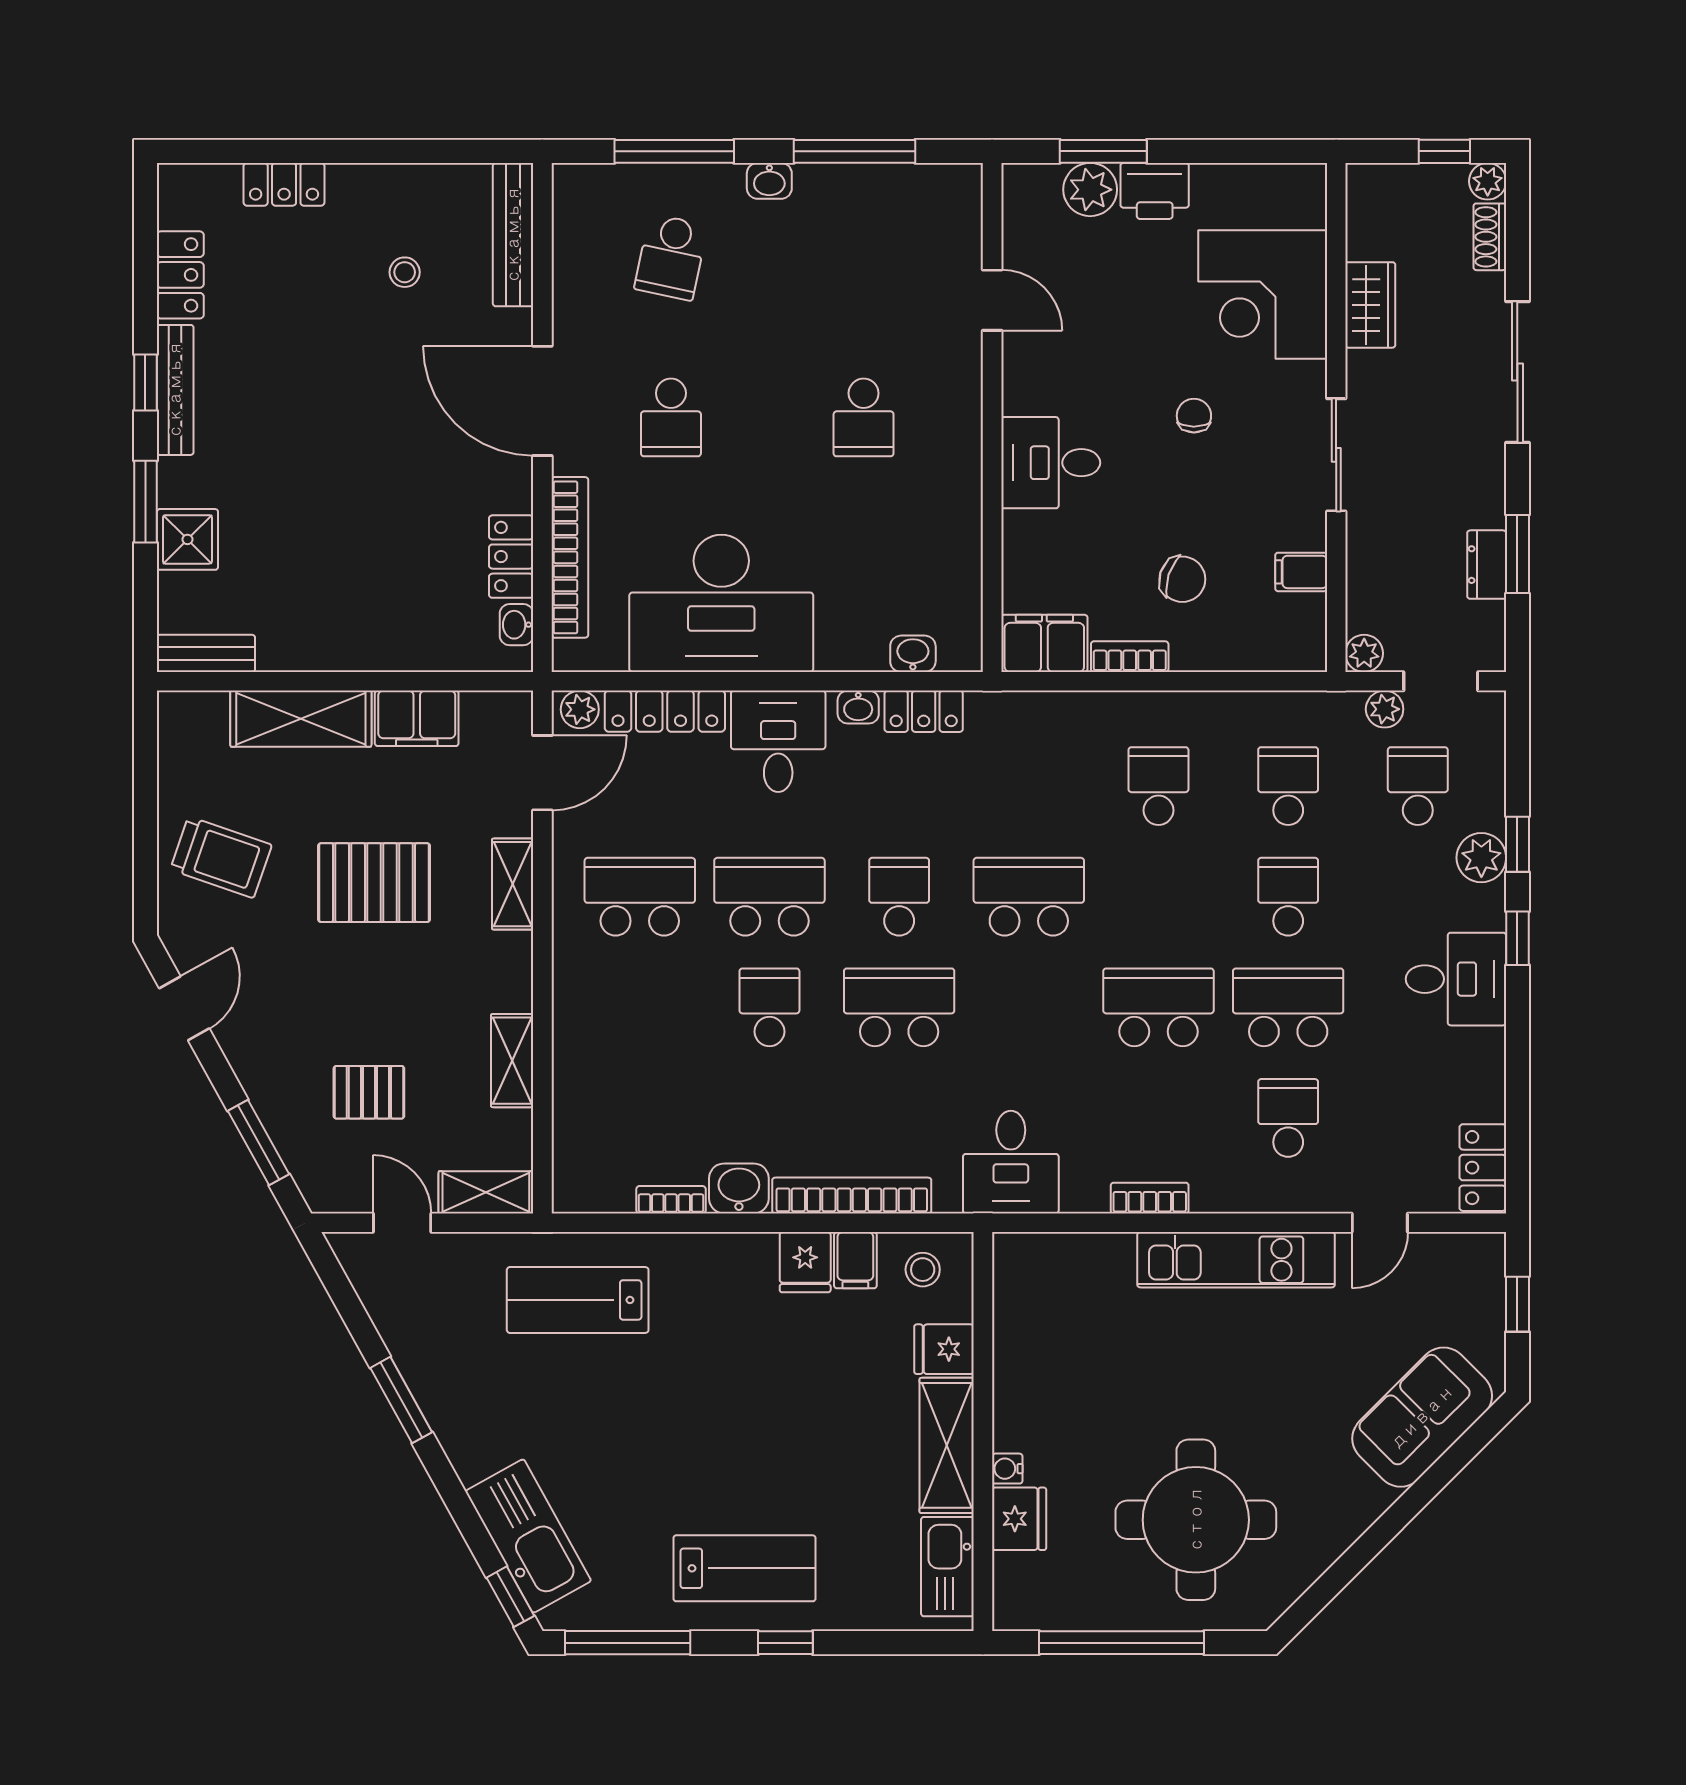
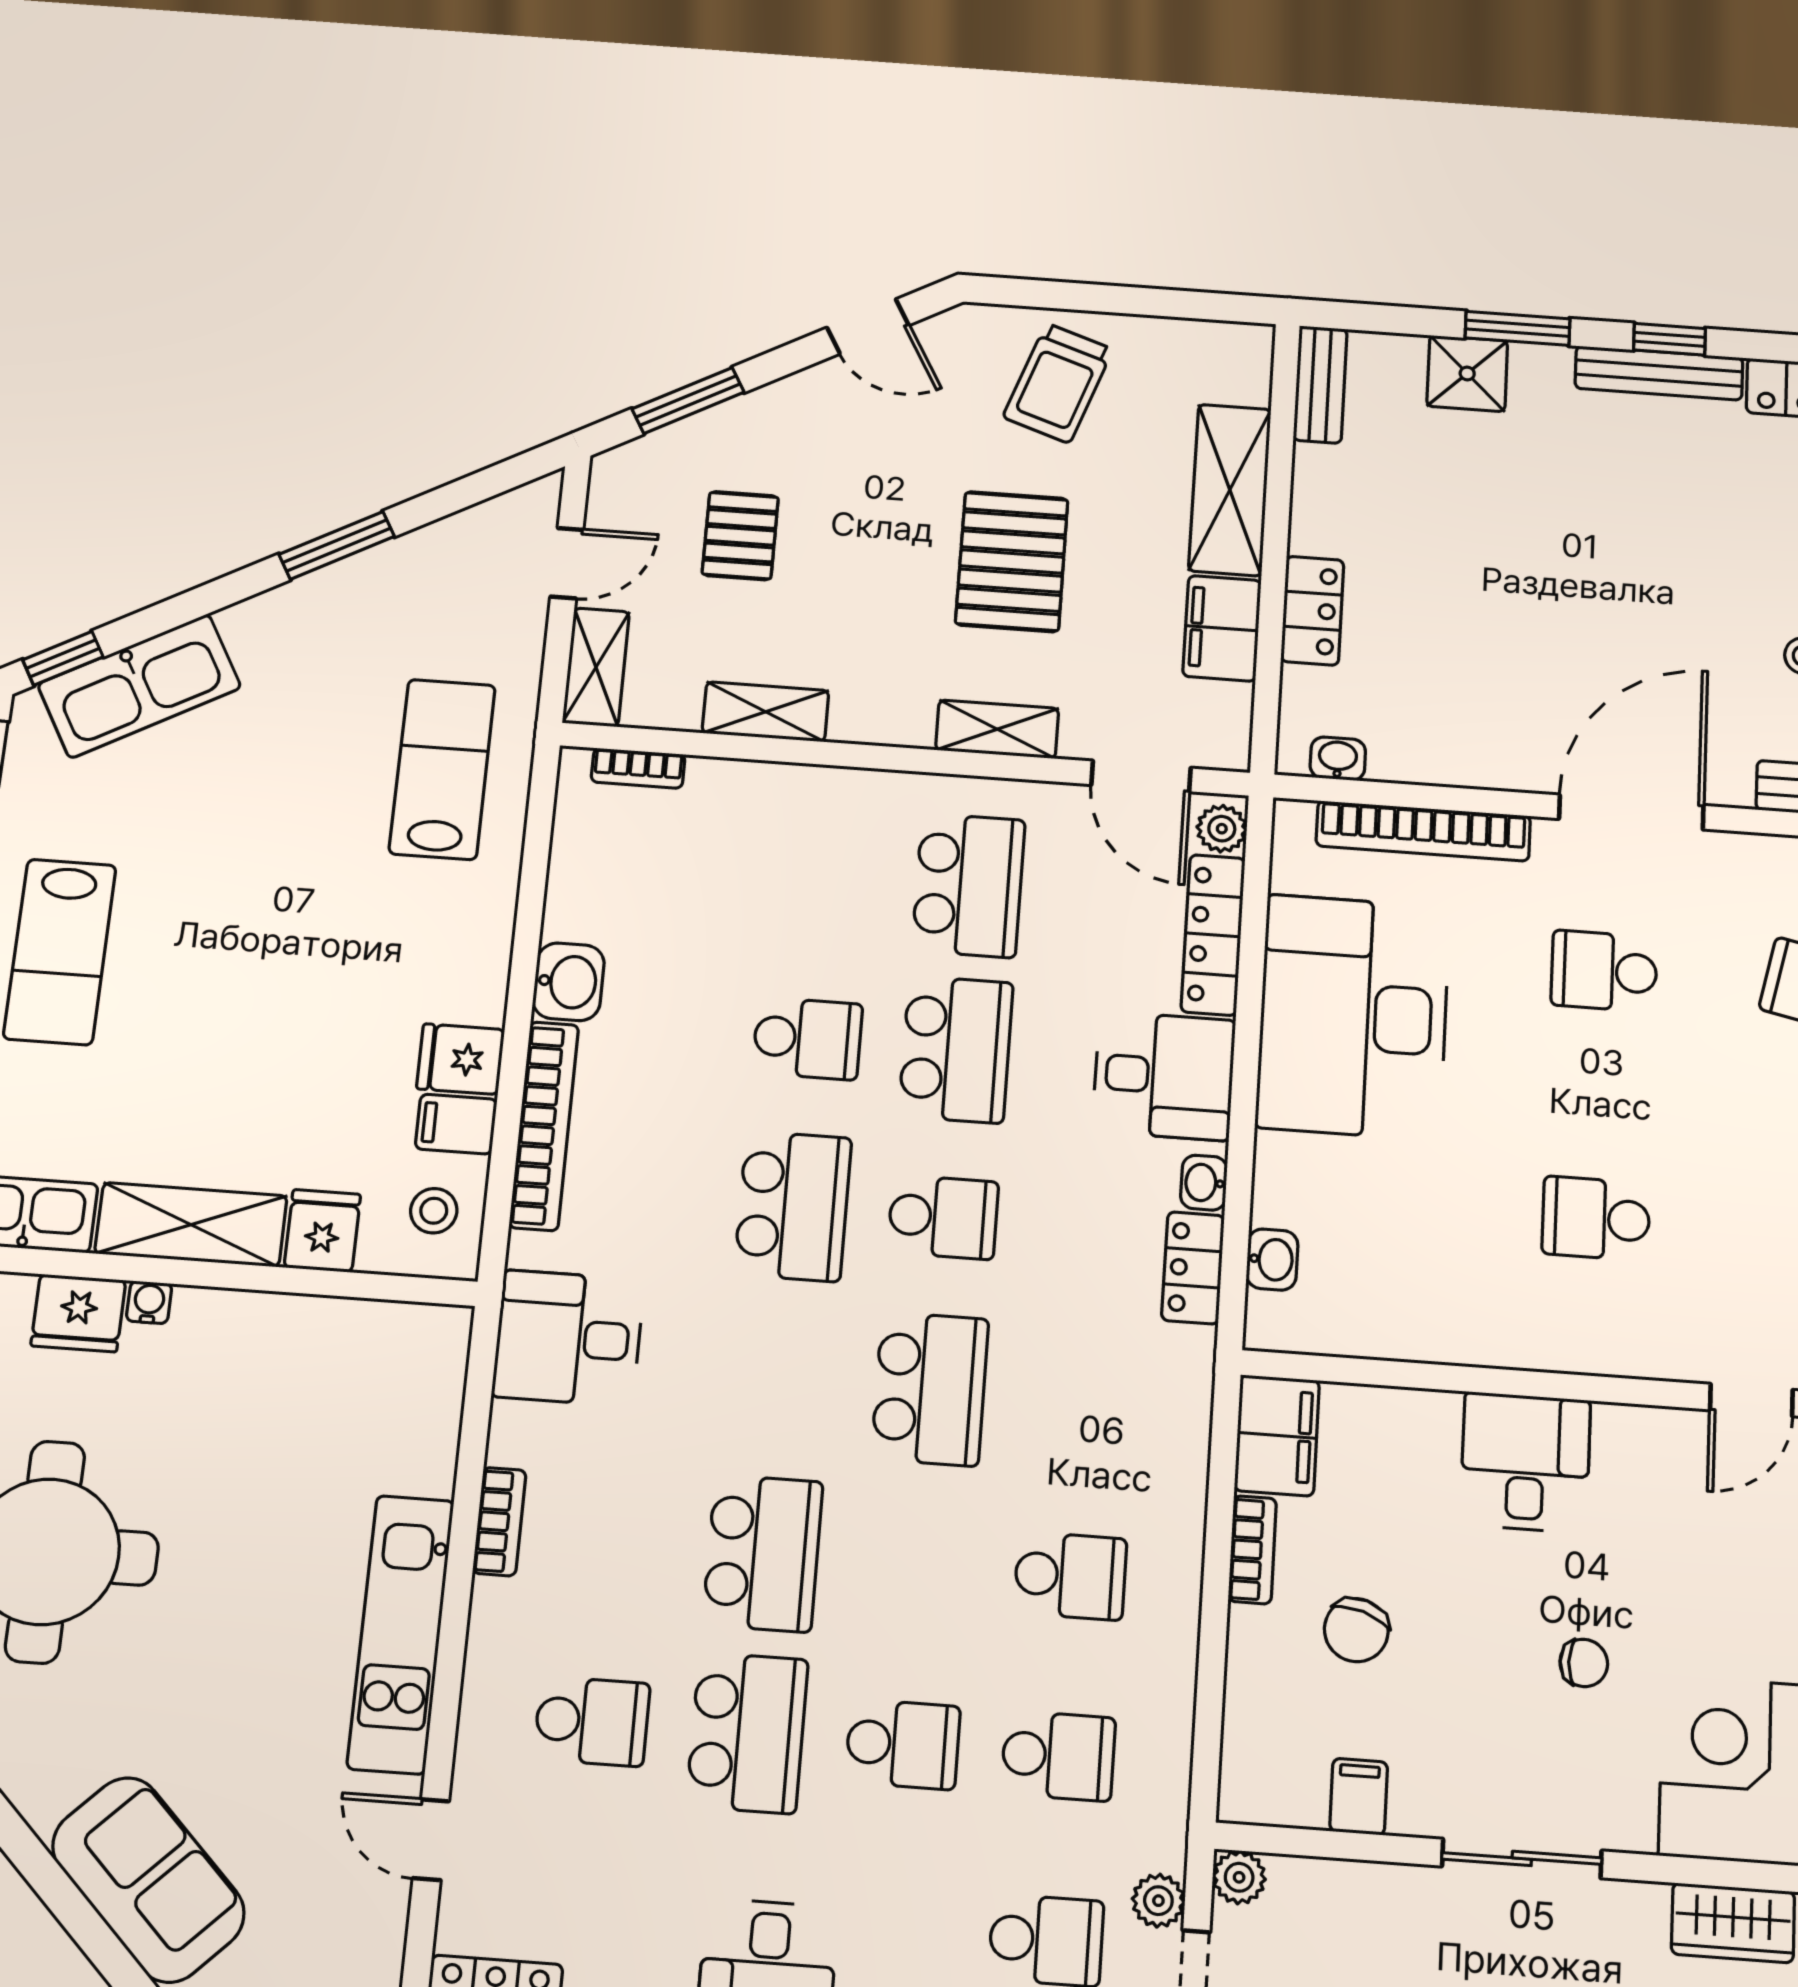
locker: (511, 557) -> (1312, 611), moved, turned 90
bookcase: (671, 1200) -> (638, 768), moved, turned 90

